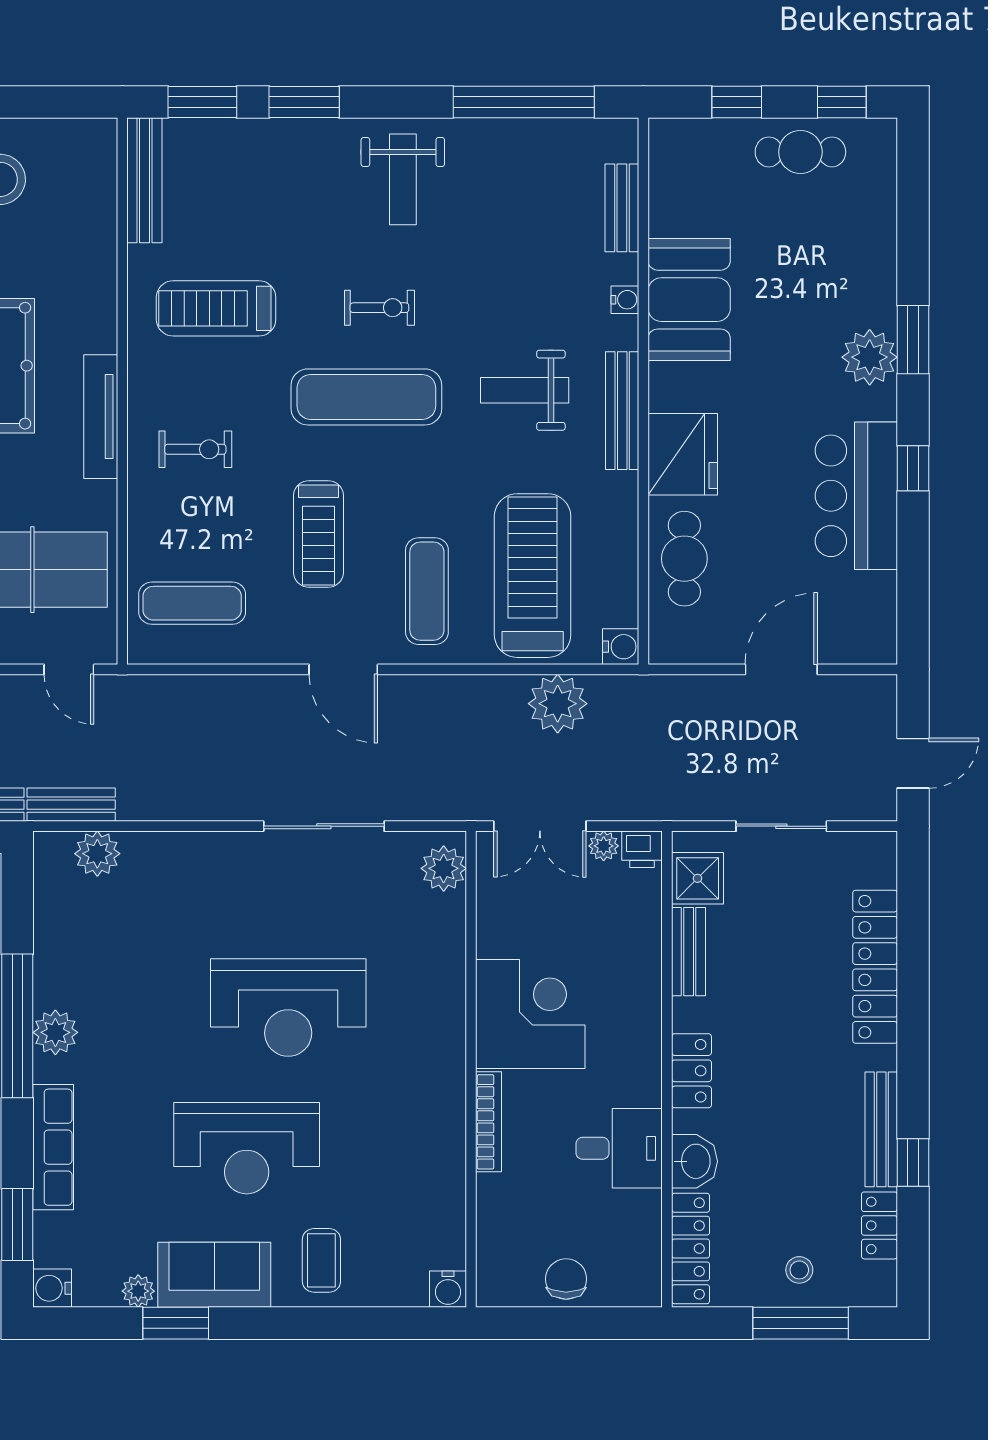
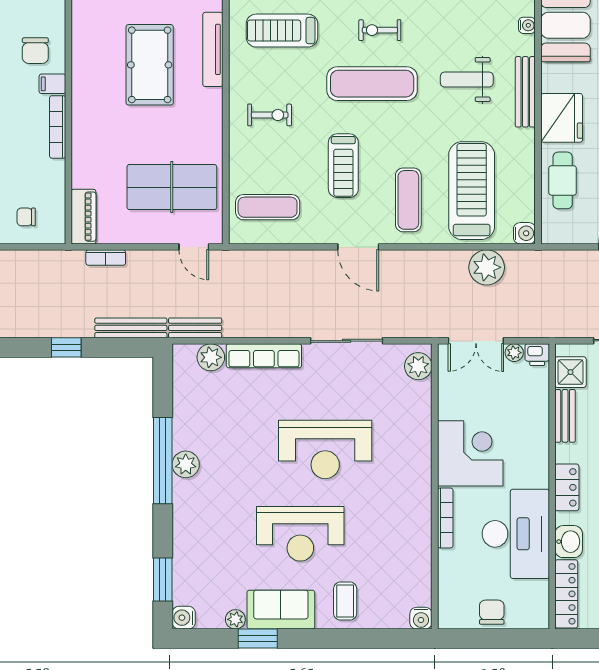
exercise bike: (379, 308) -> (380, 30), turned 180
tv unit: (101, 417) -> (213, 49), moved
row of seats: (53, 1147) -> (264, 356), moved, turned 90
desk: (619, 1148) -> (516, 534), width x1.87, depth x1.30

